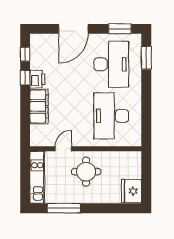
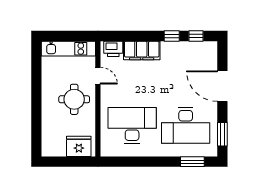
printer: (37, 79) -> (113, 49), moved
fridge: (132, 191) -> (79, 146), moved
window: (64, 208) -> (36, 76), removed

